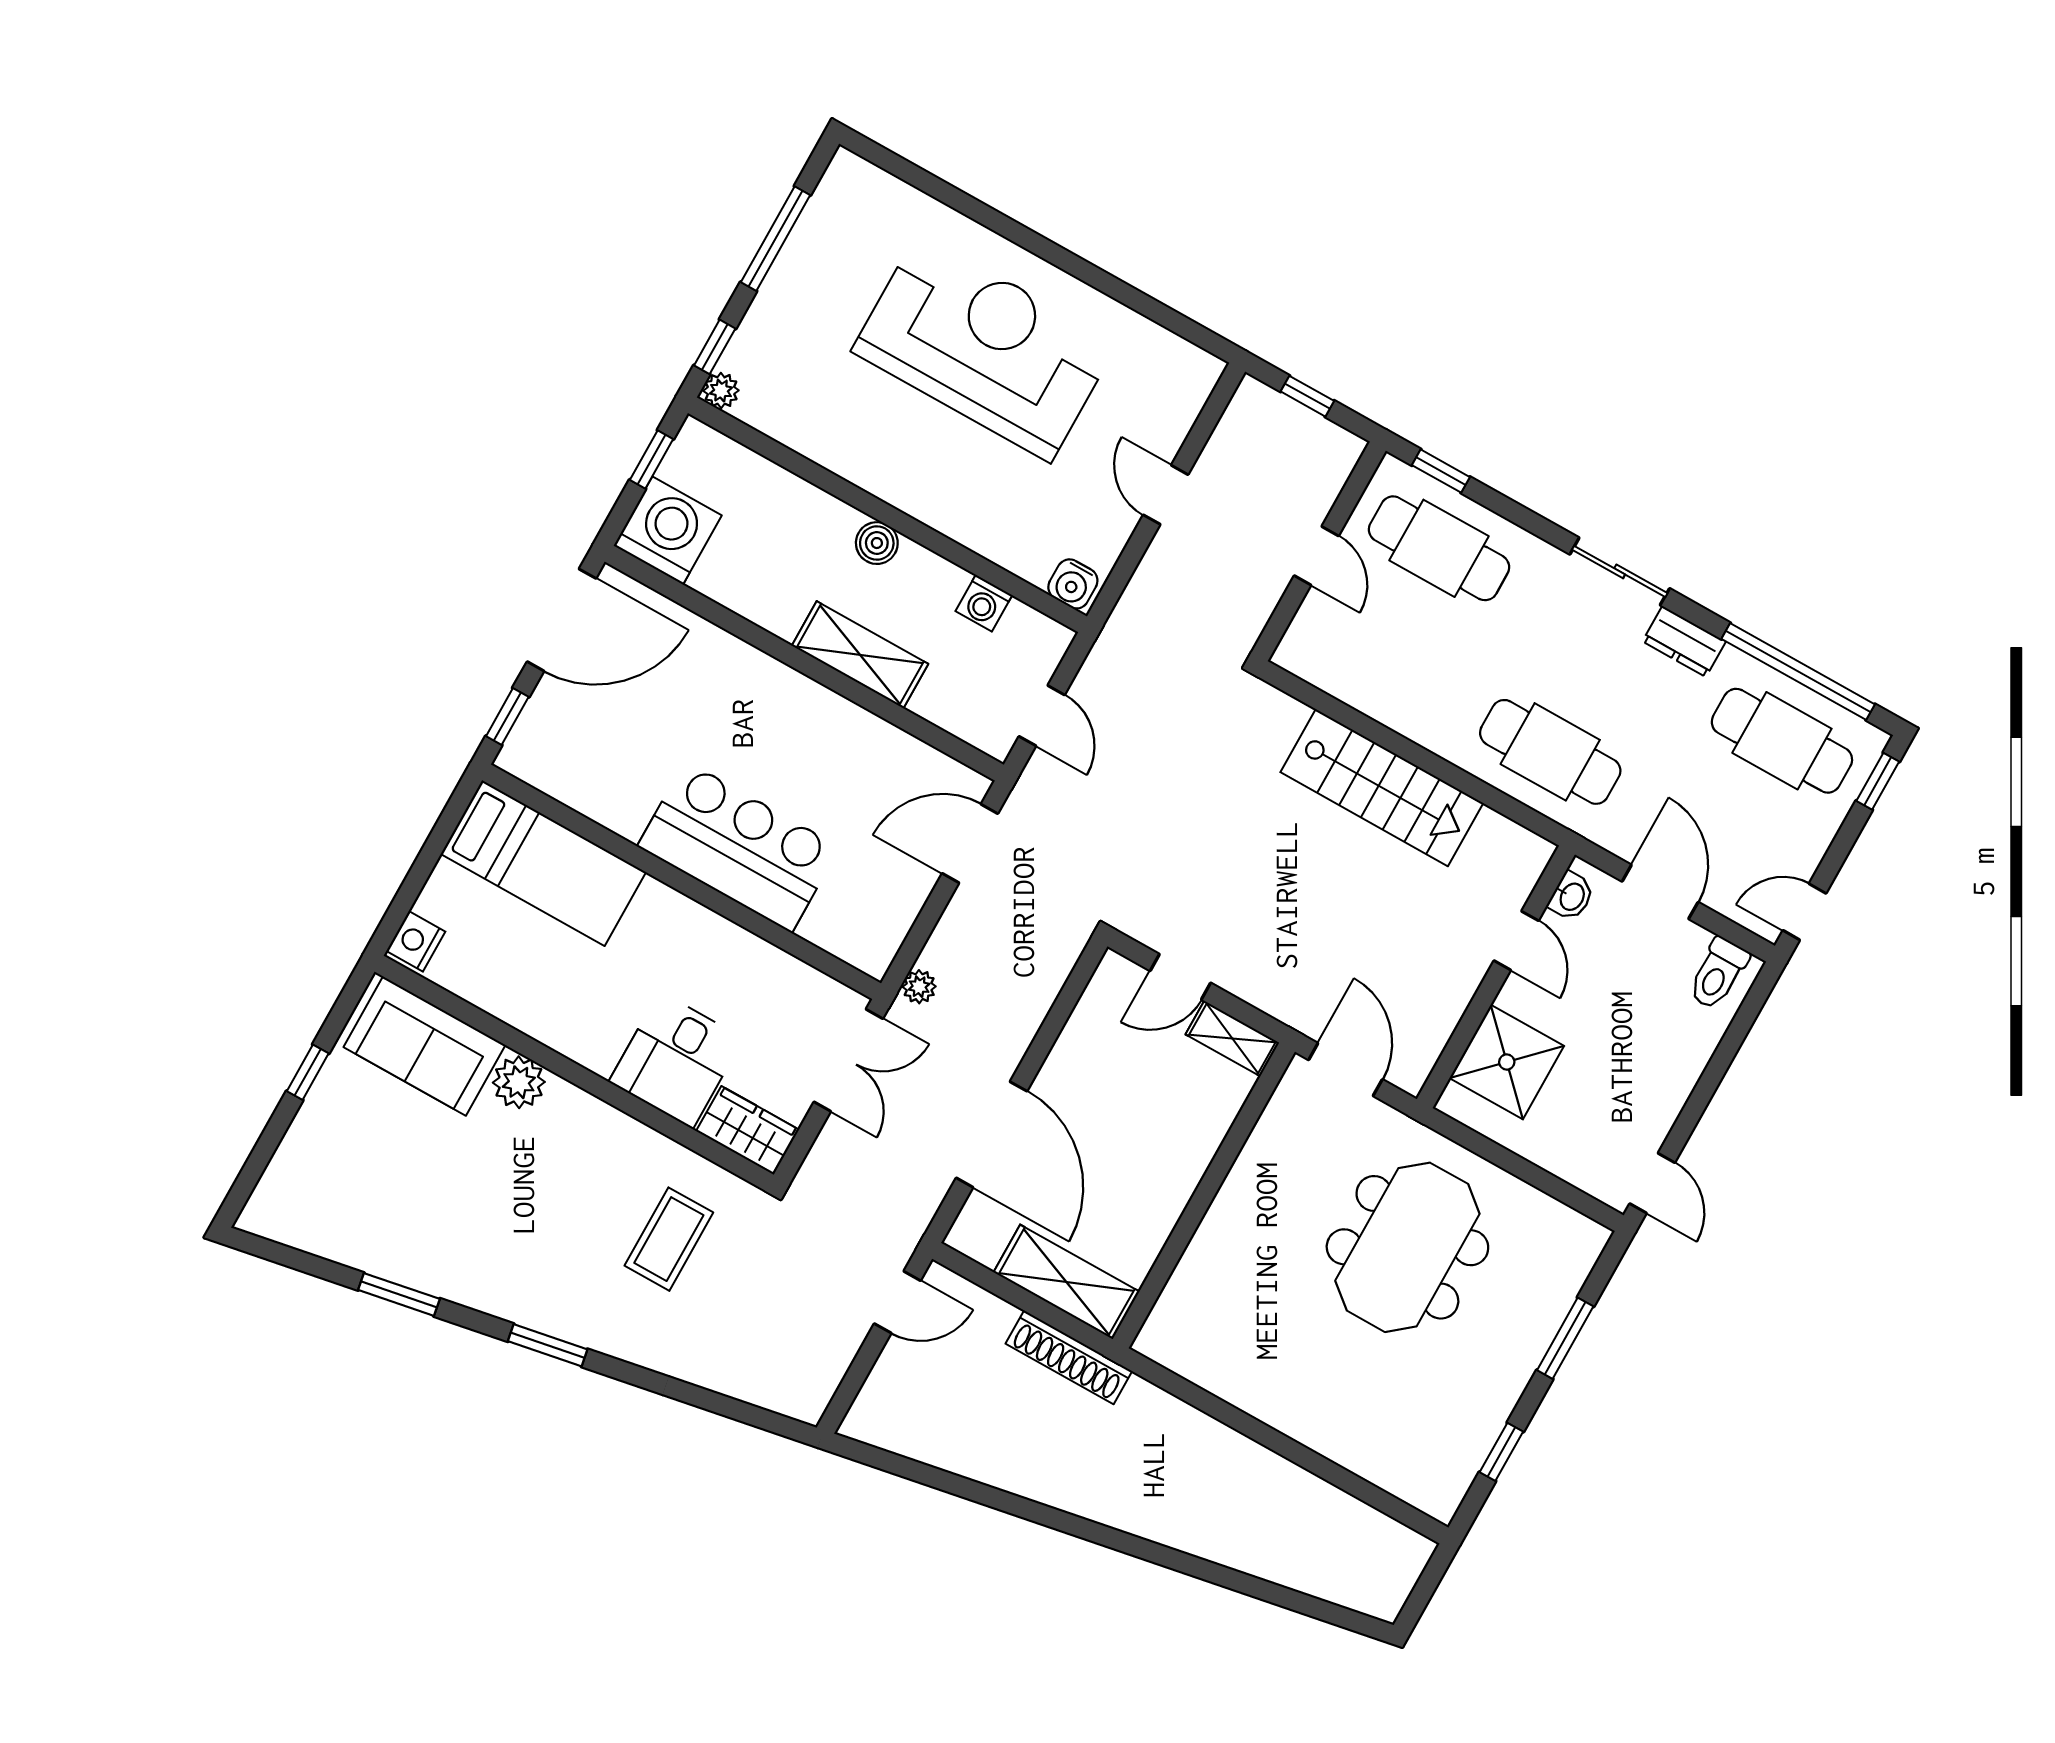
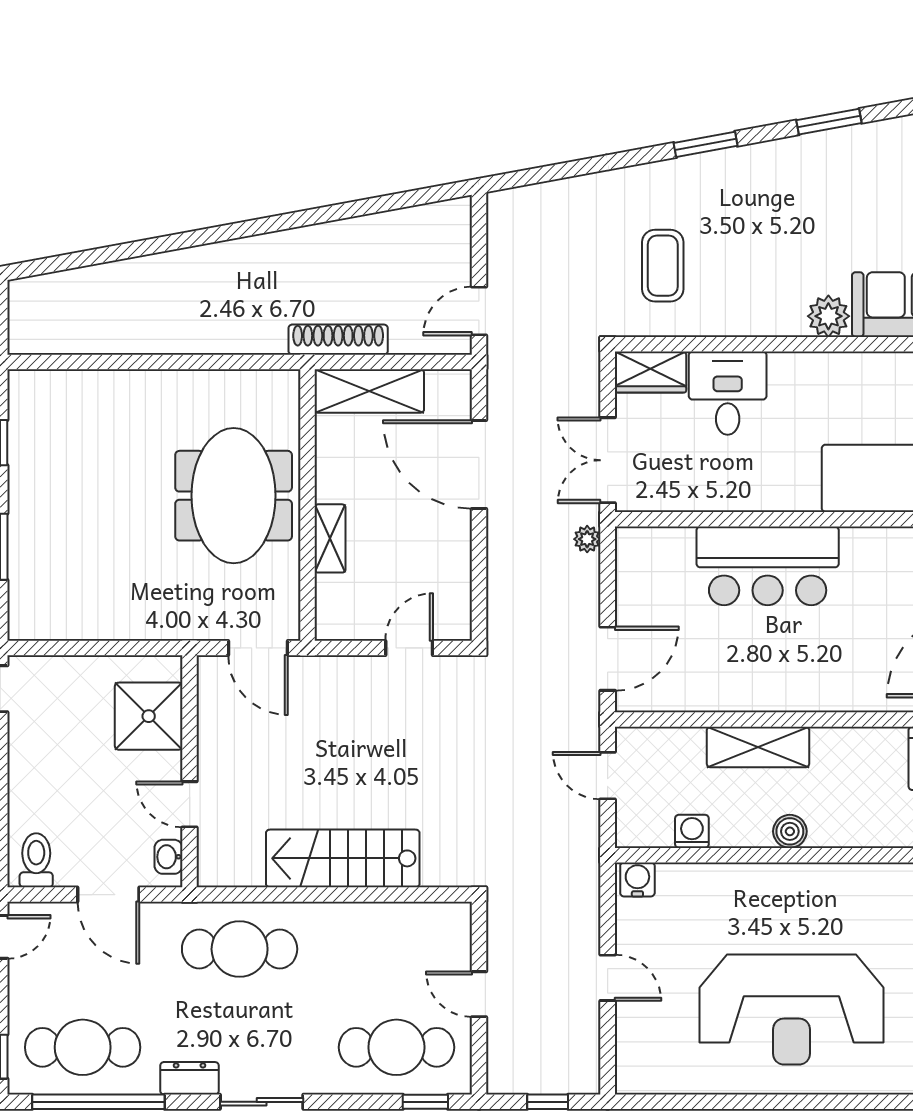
shelving: (1232, 1038) -> (330, 538), moved, turned 90
meeting table: (1407, 1247) -> (234, 496), moved

